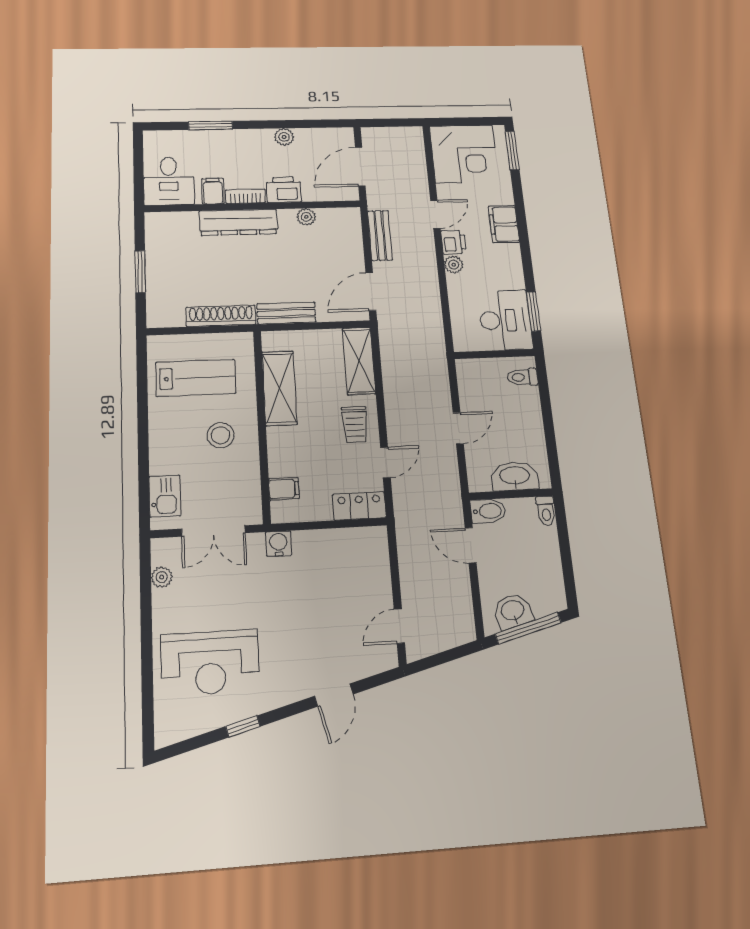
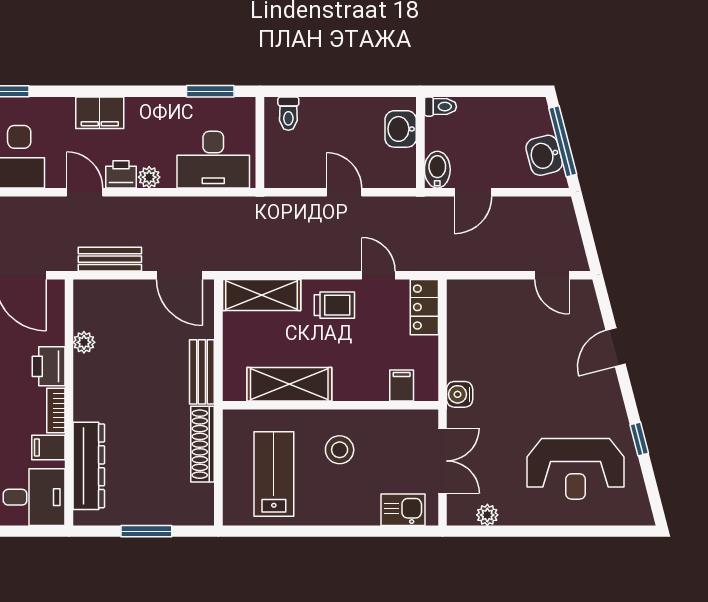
dresser: (238, 222) -> (89, 466), moved
desk: (505, 320) -> (213, 160), moved, turned 180
washbasin: (515, 476) -> (401, 129), width x0.72
reception desk: (210, 662) -> (576, 469), turned 90
door: (334, 695) -> (616, 347), swing flipped

